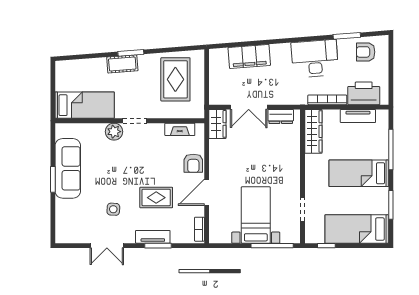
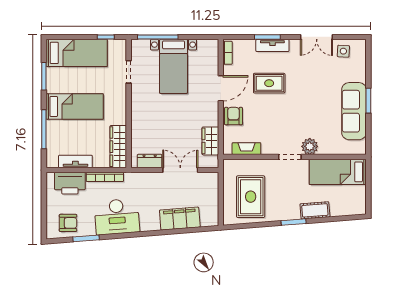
cot: (122, 64) -> (315, 210), moved
wardrobe: (217, 124) -> (210, 141), moved
side table: (113, 209) -> (343, 51), moved
double door: (107, 246) -> (317, 37), swing flipped

